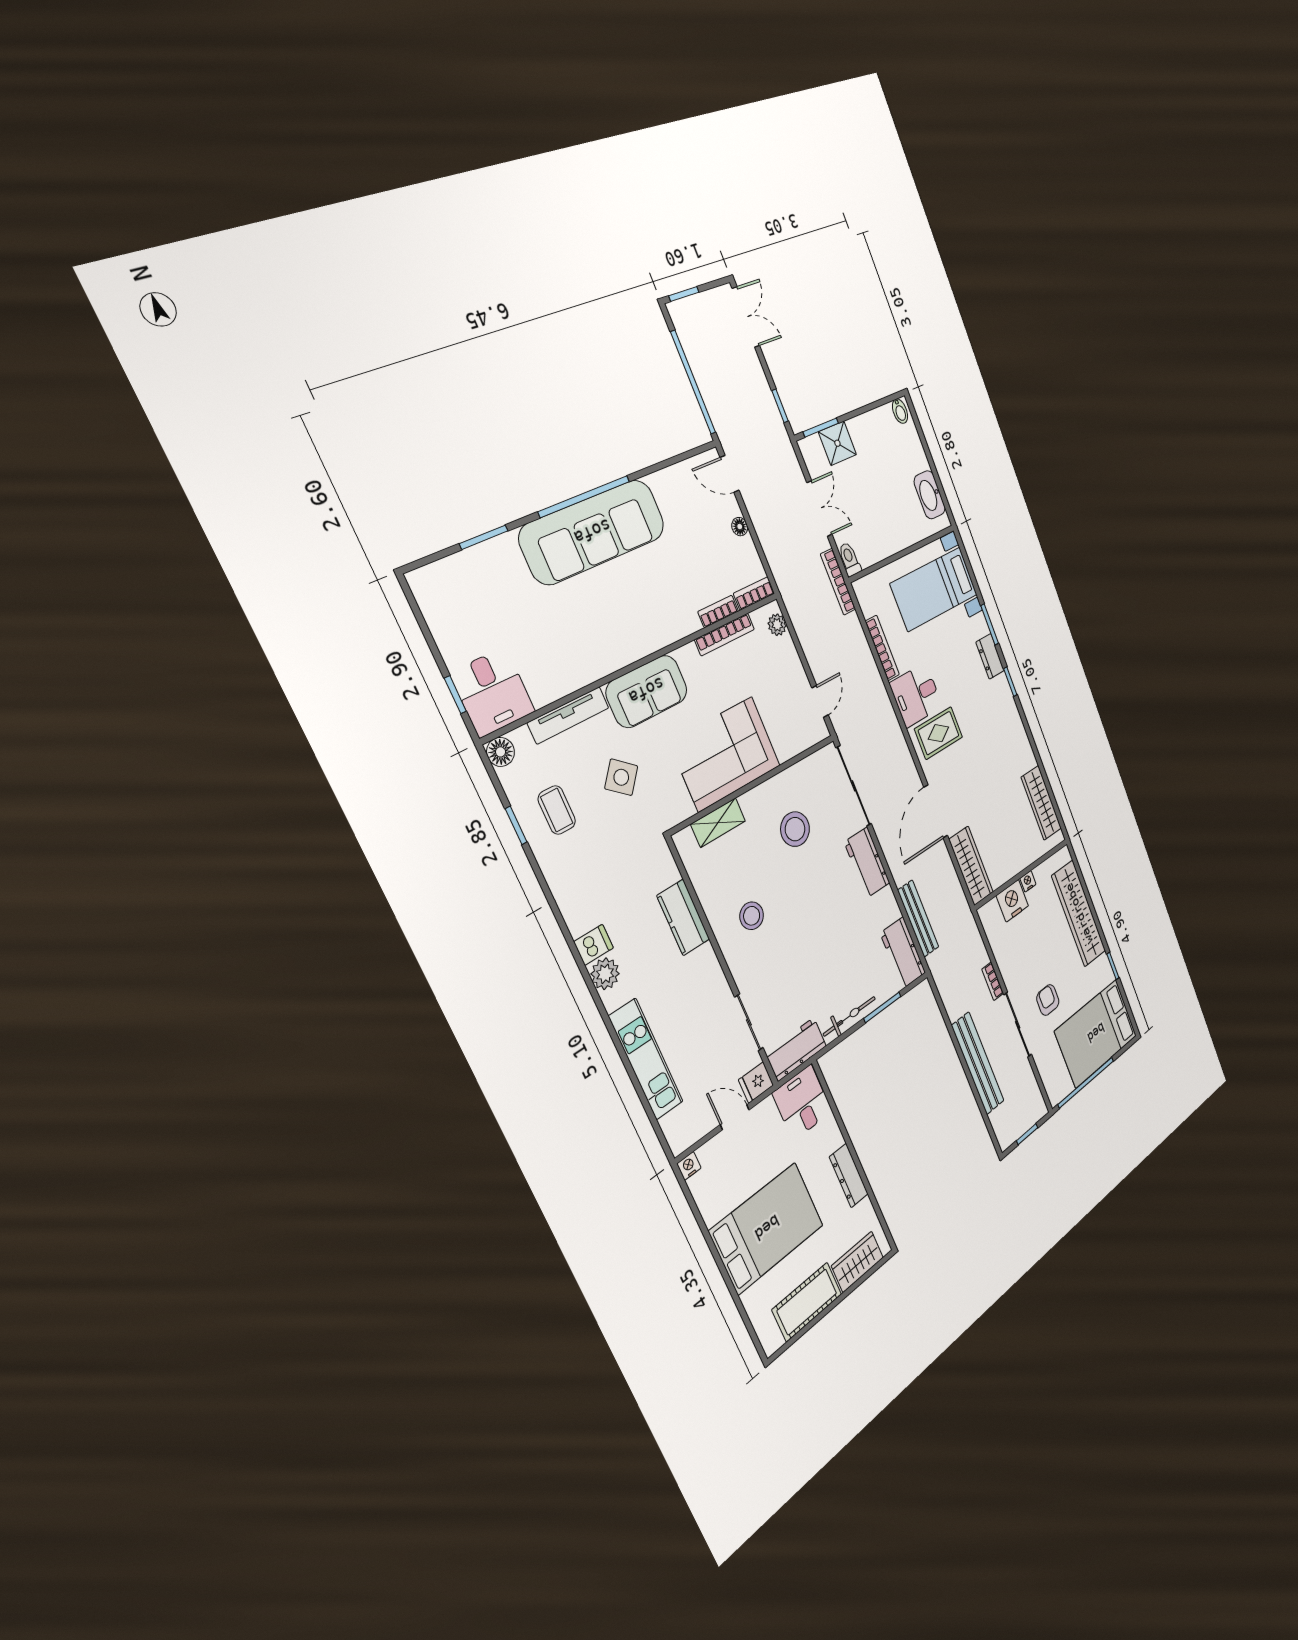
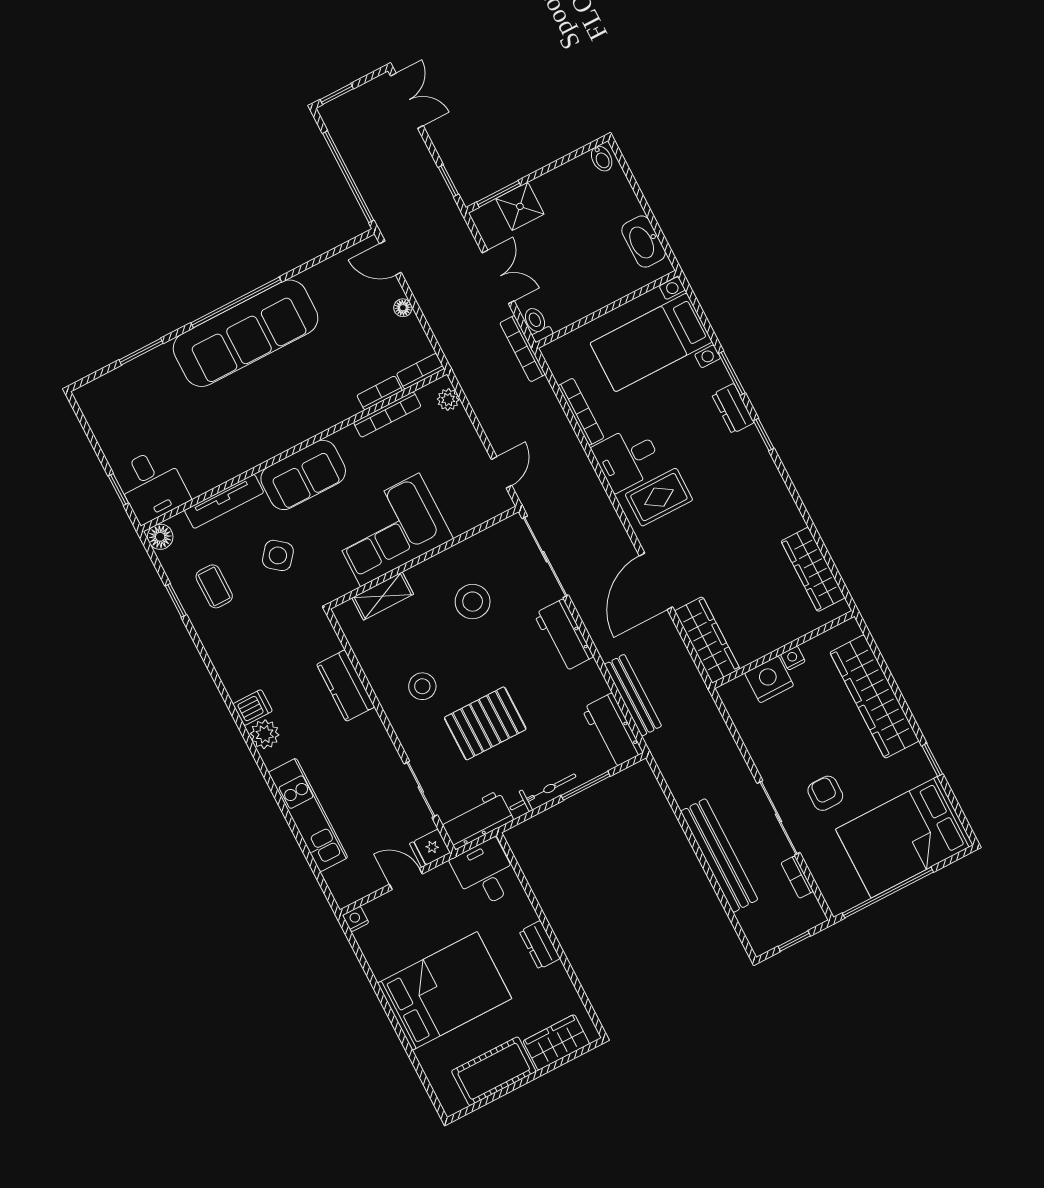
pallet: (804, 951) -> (485, 723), added
bookcase: (993, 981) -> (797, 877), moved
dresser: (849, 1175) -> (540, 945), width x0.70

